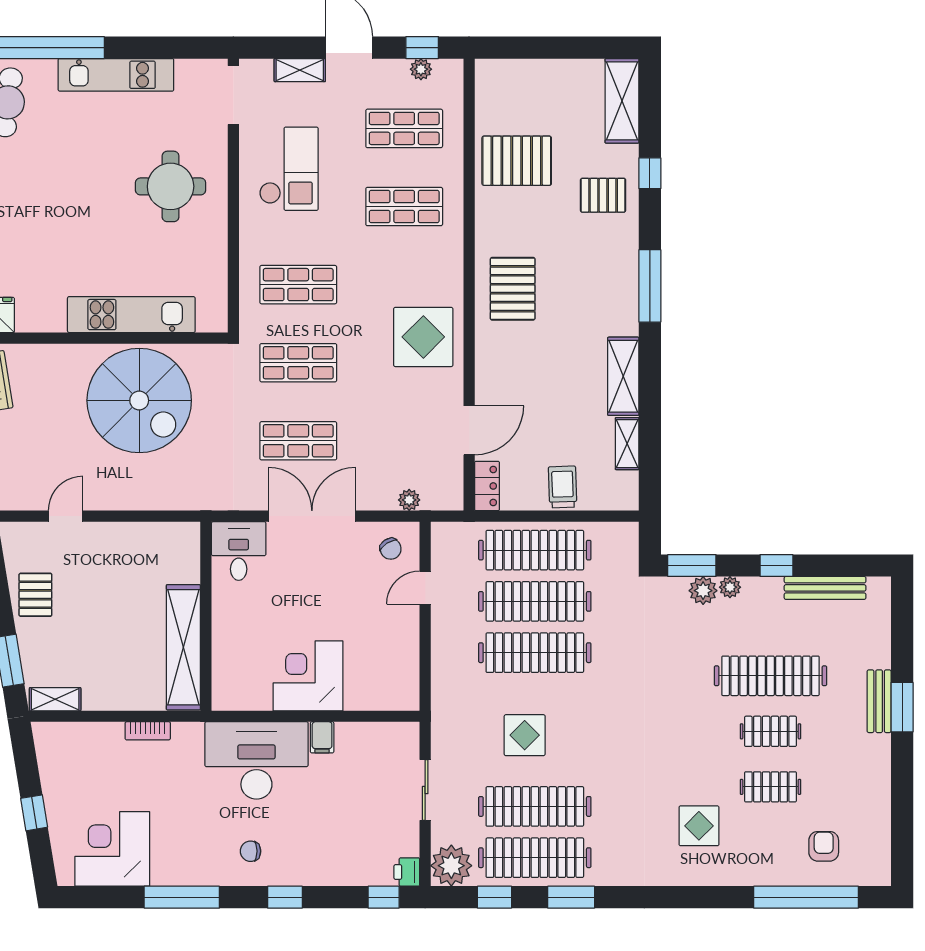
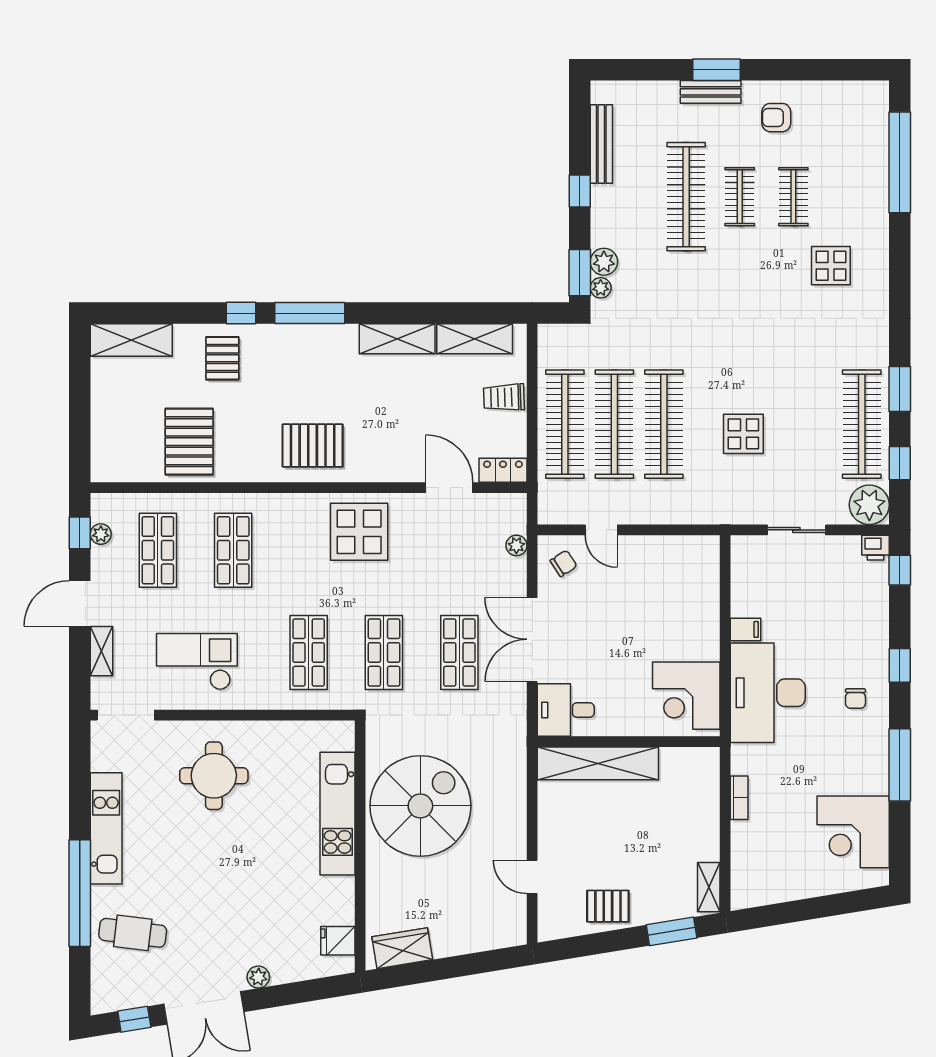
window: (650, 173) -> (241, 313), moved
shelving: (627, 444) -> (475, 339), width x1.50, depth x1.33
plant: (730, 587) -> (601, 288), moved
shelving: (183, 647) -> (598, 763), moved
corner desk: (308, 676) -> (686, 696), moved
clothes rail: (535, 806) -> (812, 424), removed
window: (34, 813) -> (818, 907), removed
armchair: (824, 846) -> (776, 118), moved

